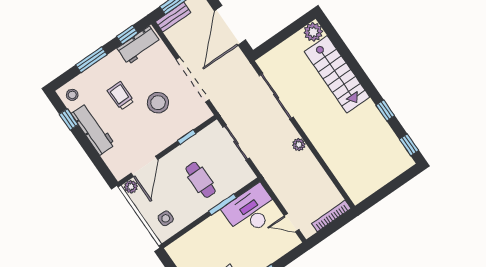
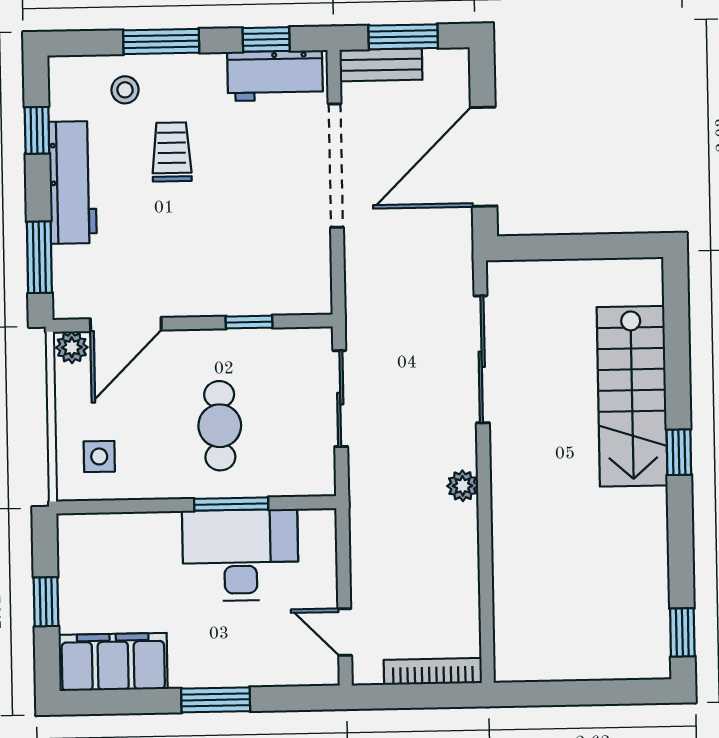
plant: (313, 32) -> (641, 280), removed
doorway: (193, 80) -> (336, 166), moved
stool: (72, 95) -> (125, 90), moved
stool: (158, 103) -> (237, 215), removed
window: (385, 110) -> (679, 452), moved
window: (99, 163) -> (39, 257), added
desk: (251, 211) -> (240, 555), moved

